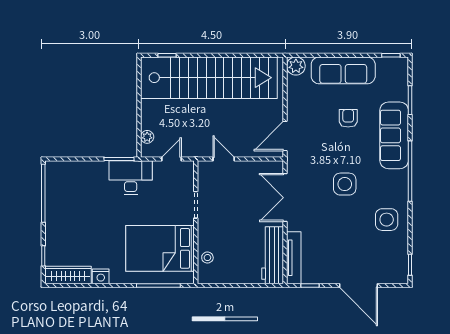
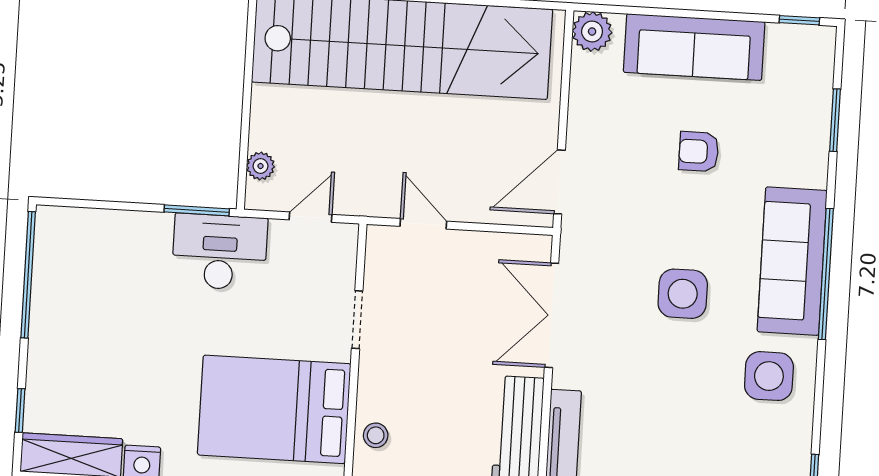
armchair: (348, 118) -> (699, 152), turned -90
sofa: (394, 135) -> (792, 261), moved

